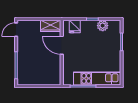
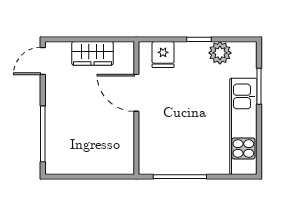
wardrobe: (51, 26) -> (92, 53), moved
kitchen unit: (97, 78) -> (243, 126), moved, turned -90

